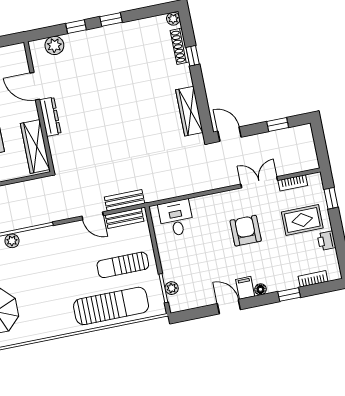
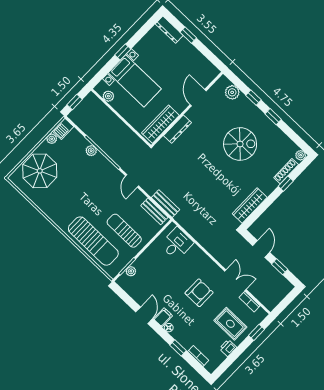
spiral stairs: (116, 75) -> (240, 144), added
dresser: (50, 117) -> (177, 129), moved
door: (229, 134) -> (261, 249), moved
door: (93, 216) -> (132, 181), moved

